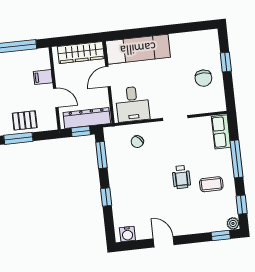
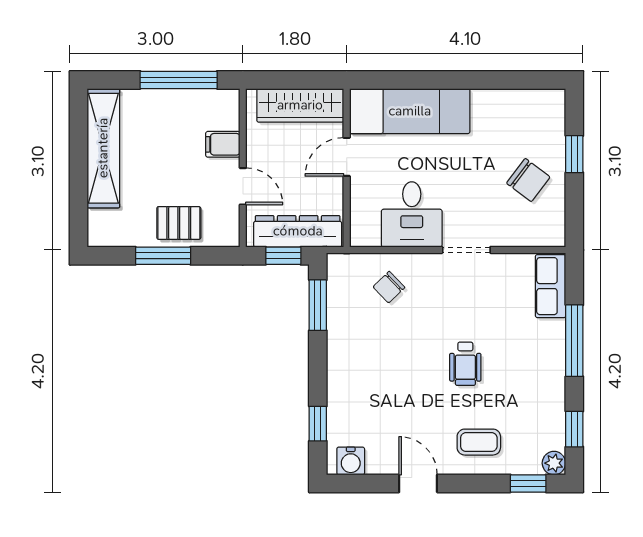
chair: (203, 78) -> (528, 180), turned -53
desk: (132, 104) -> (412, 214), moved
coffee table: (211, 184) -> (479, 442), moved
window: (106, 197) -> (318, 424), moved

